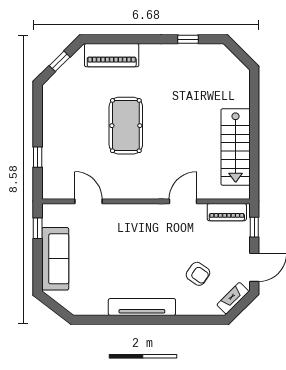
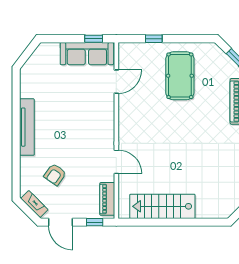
pool table: (126, 126) -> (180, 76), moved, turned 90
sofa: (55, 259) -> (87, 54), moved

